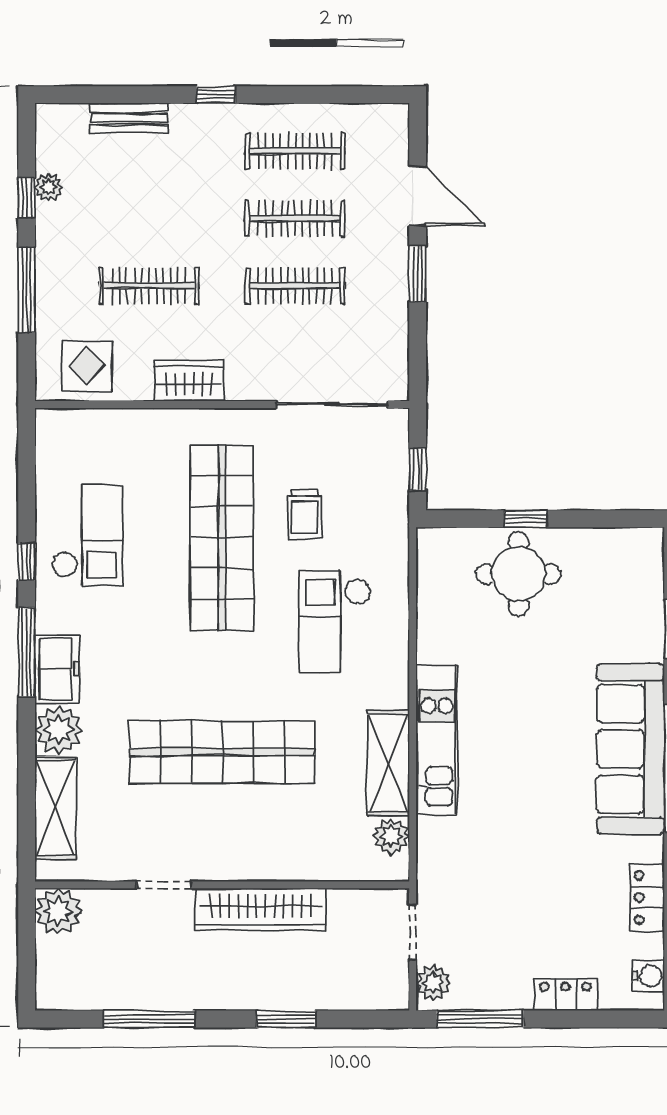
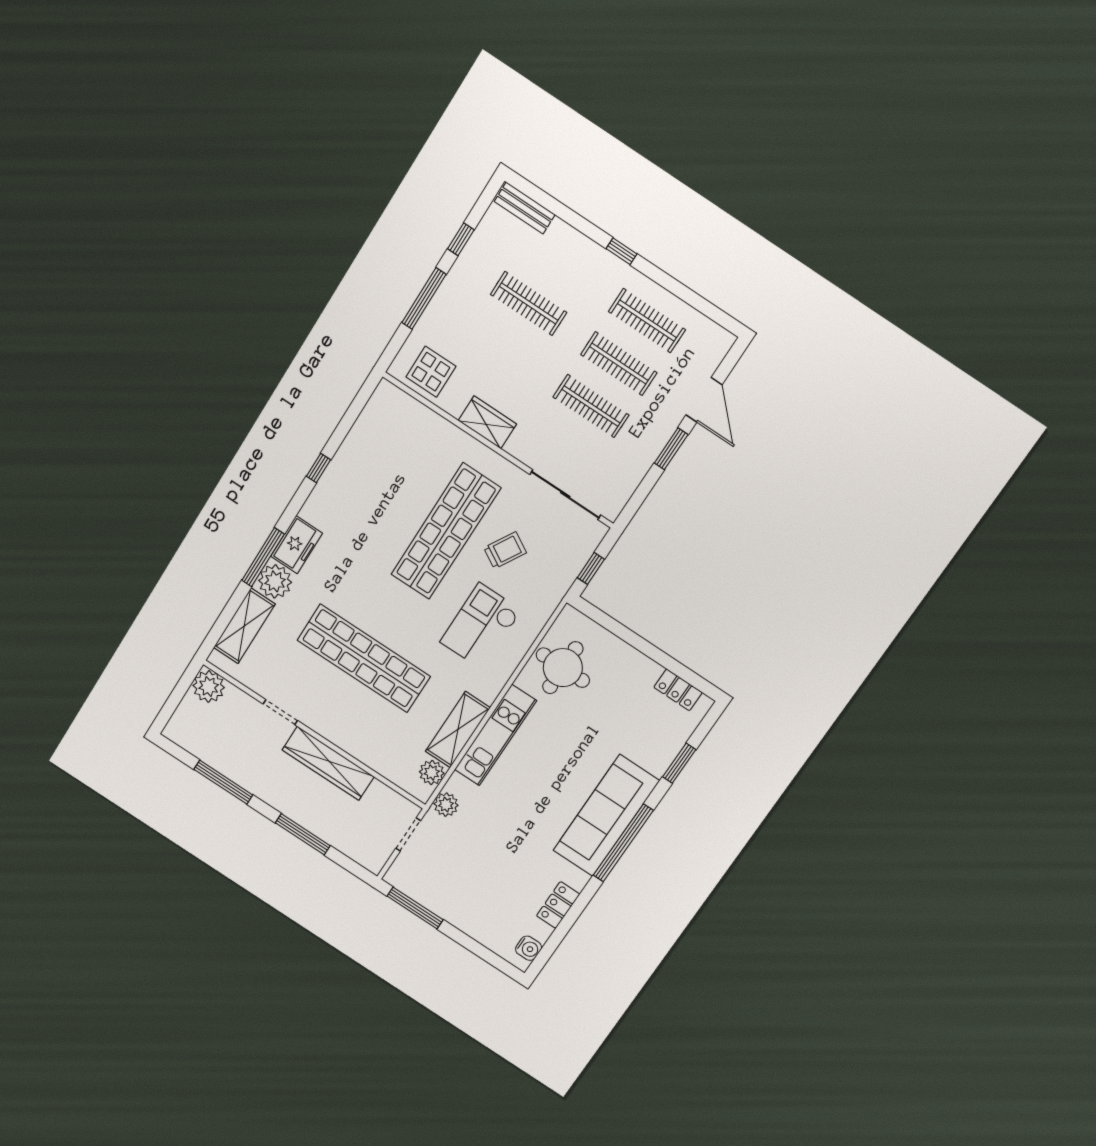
bench: (129, 118) -> (525, 208), moved
plant: (48, 187) -> (479, 242), removed
clothes rail: (149, 286) -> (529, 303), moved
trolley: (305, 514) -> (505, 550), turned -150
window: (526, 519) -> (636, 641), removed
checkout: (87, 535) -> (365, 476), removed
round table: (518, 574) -> (563, 668), moved
window: (27, 652) -> (263, 557), moved
plant: (434, 983) -> (446, 805), moved
locker: (565, 995) -> (678, 690), moved, turned 180
window: (286, 1019) -> (303, 834), width x1.44

